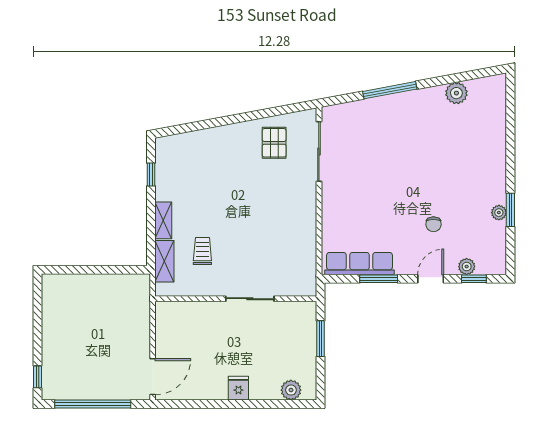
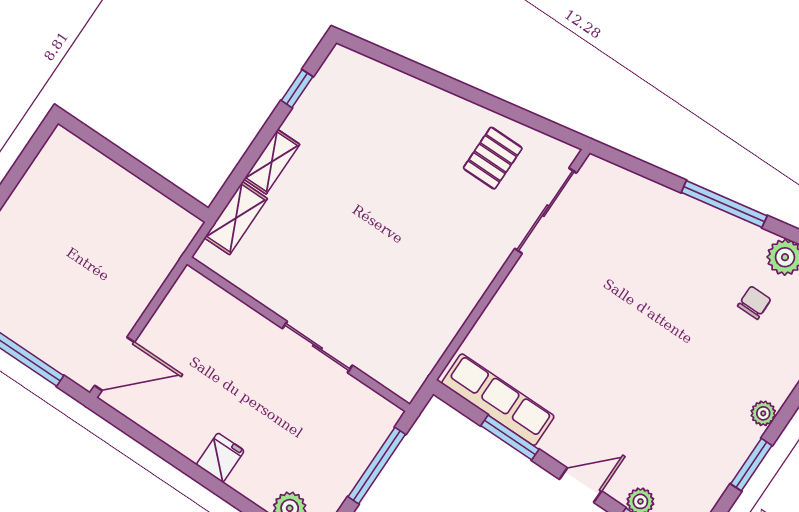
window: (390, 90) -> (724, 204), moved
plant: (499, 213) -> (763, 413), moved
chair: (433, 224) -> (754, 303), moved, turned 180
trolley: (202, 251) -> (297, 239), removed
window: (321, 339) -> (377, 466), width x1.44

